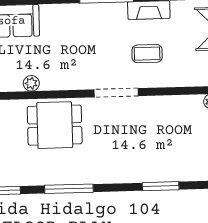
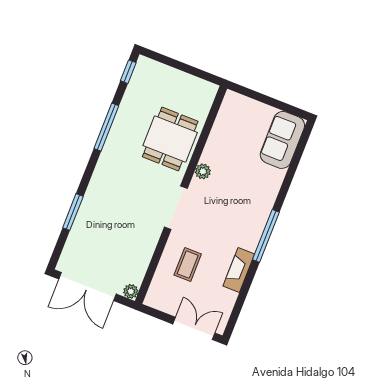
coffee table: (147, 54) -> (188, 265), moved
plant: (31, 83) -> (203, 171), moved

